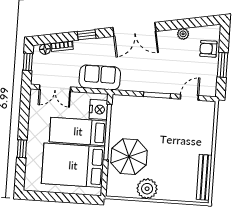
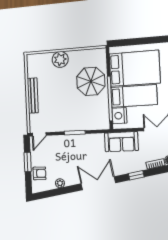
door: (189, 97) -> (39, 134), moved
bench: (204, 177) -> (33, 96), moved
plant: (147, 189) -> (60, 59), moved

